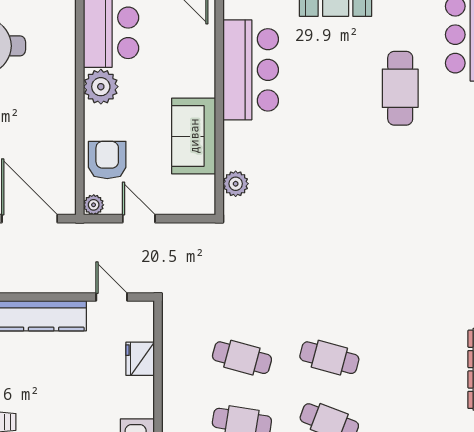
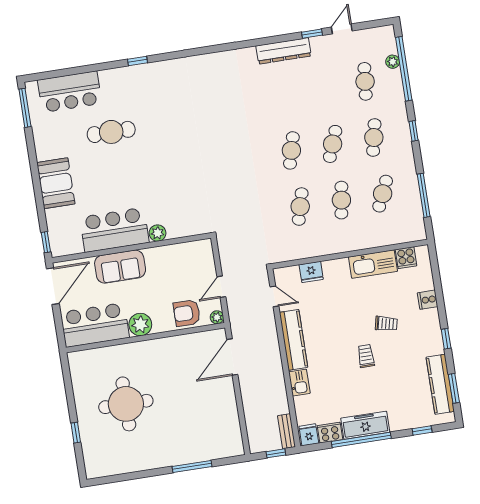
sofa: (194, 136) -> (120, 267), moved
plant: (236, 184) -> (158, 233), moved
door: (112, 297) -> (274, 296), swing flipped

